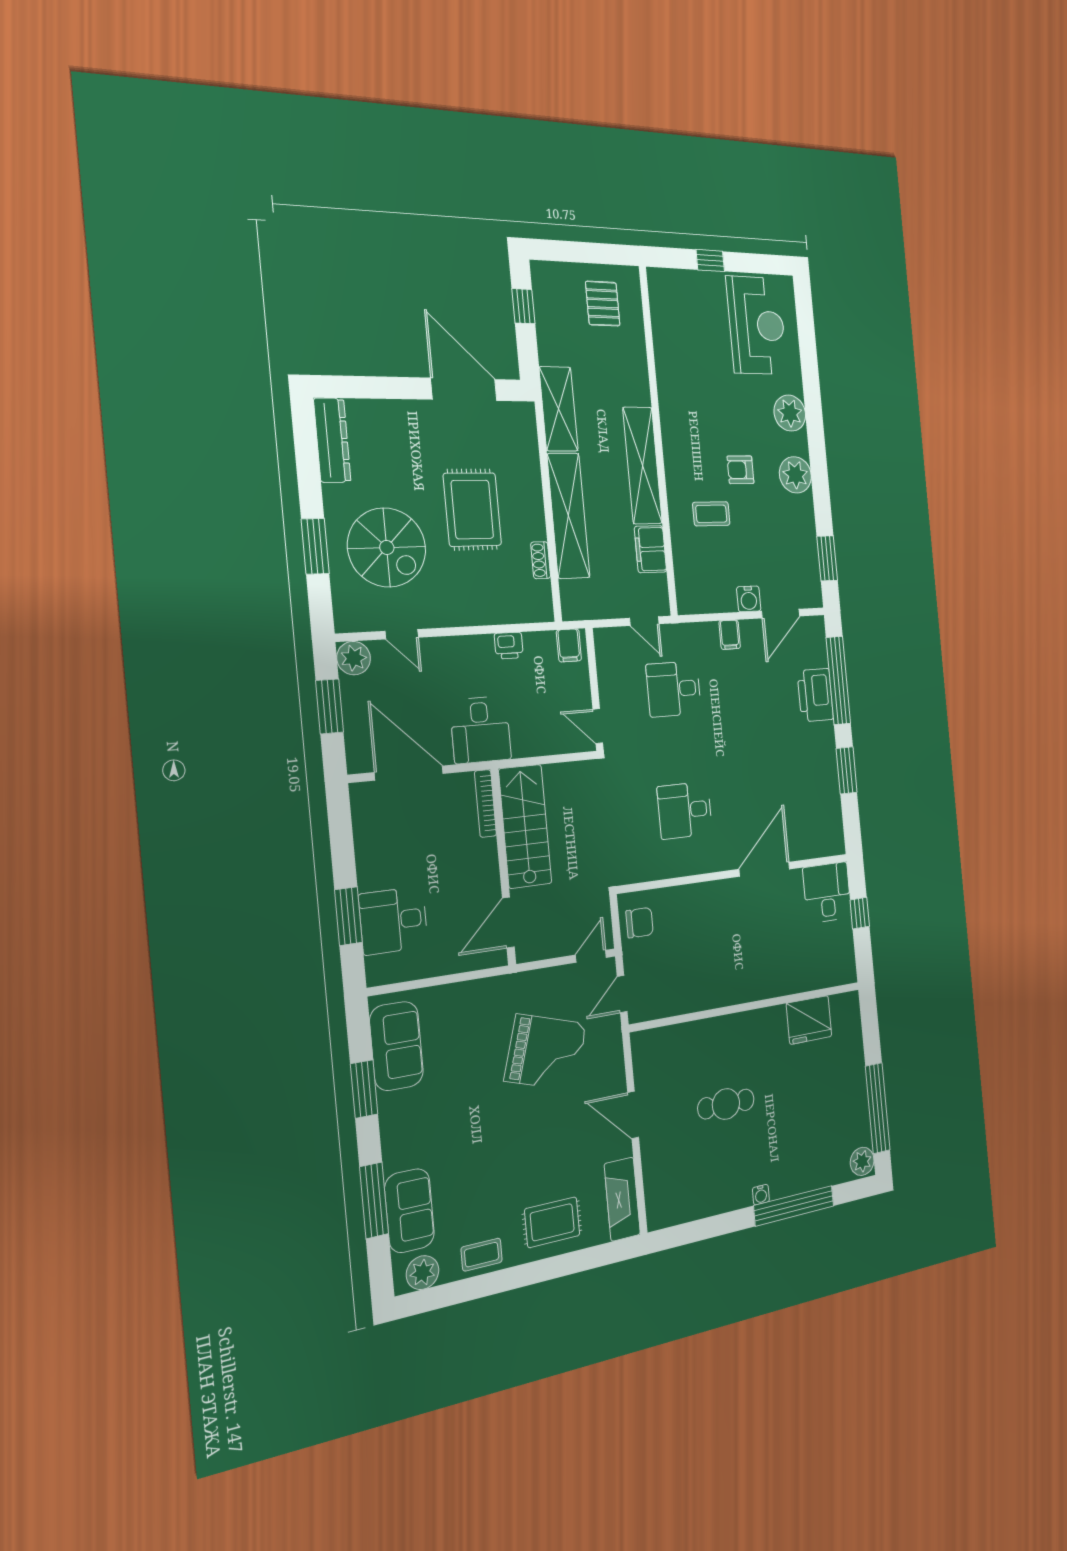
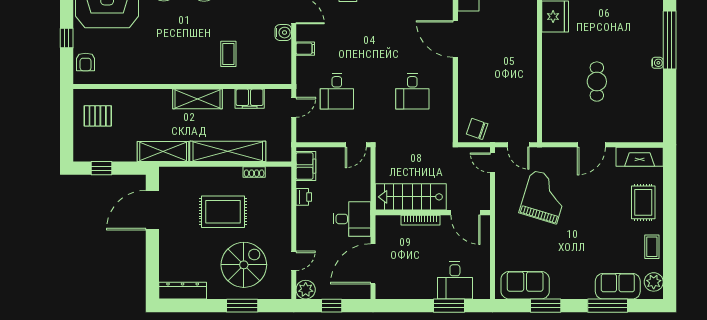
shelving: (643, 465) -> (198, 99), width x0.68
armchair: (740, 470) -> (86, 62), moved
filing cabinet: (569, 645) -> (306, 166), width x2.00
window: (330, 706) -> (332, 306), width x0.67
bookcase: (485, 803) -> (420, 220), moved
chair: (640, 923) -> (477, 129), turned -71

